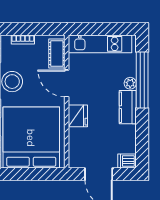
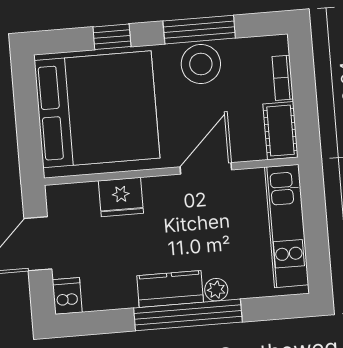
cot: (57, 53) -> (281, 131), moved, turned 90
window: (142, 80) -> (188, 315), moved
fridge: (78, 116) -> (121, 197), moved

